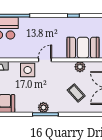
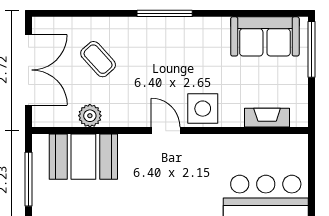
door: (45, 60) -> (166, 131), swing flipped
plant: (43, 107) -> (169, 28), removed

